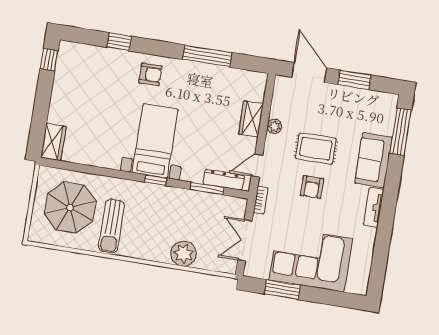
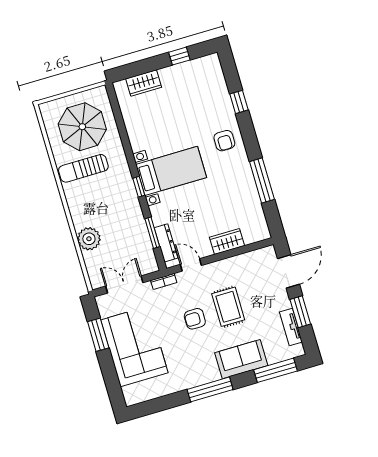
window: (49, 60) -> (179, 56), moved
plant: (274, 126) -> (230, 264), removed
wardrobe: (53, 142) -> (144, 83), moved
window: (389, 205) -> (210, 389), added
tv unit: (374, 207) -> (291, 327), moved, turned -90

